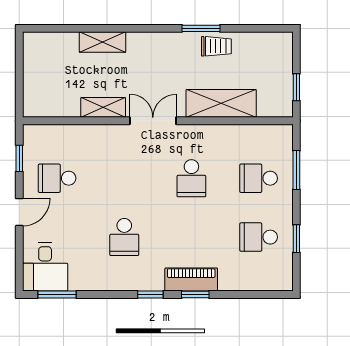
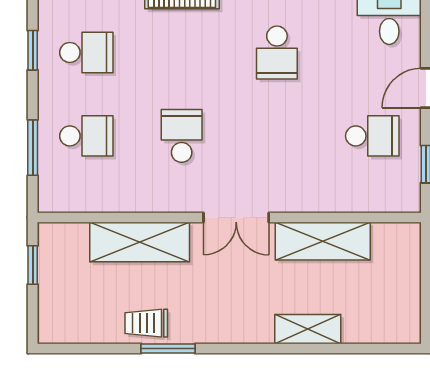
shelving: (103, 107) -> (323, 241), width x1.50, depth x1.33
school desk: (124, 237) -> (277, 52), turned 180

